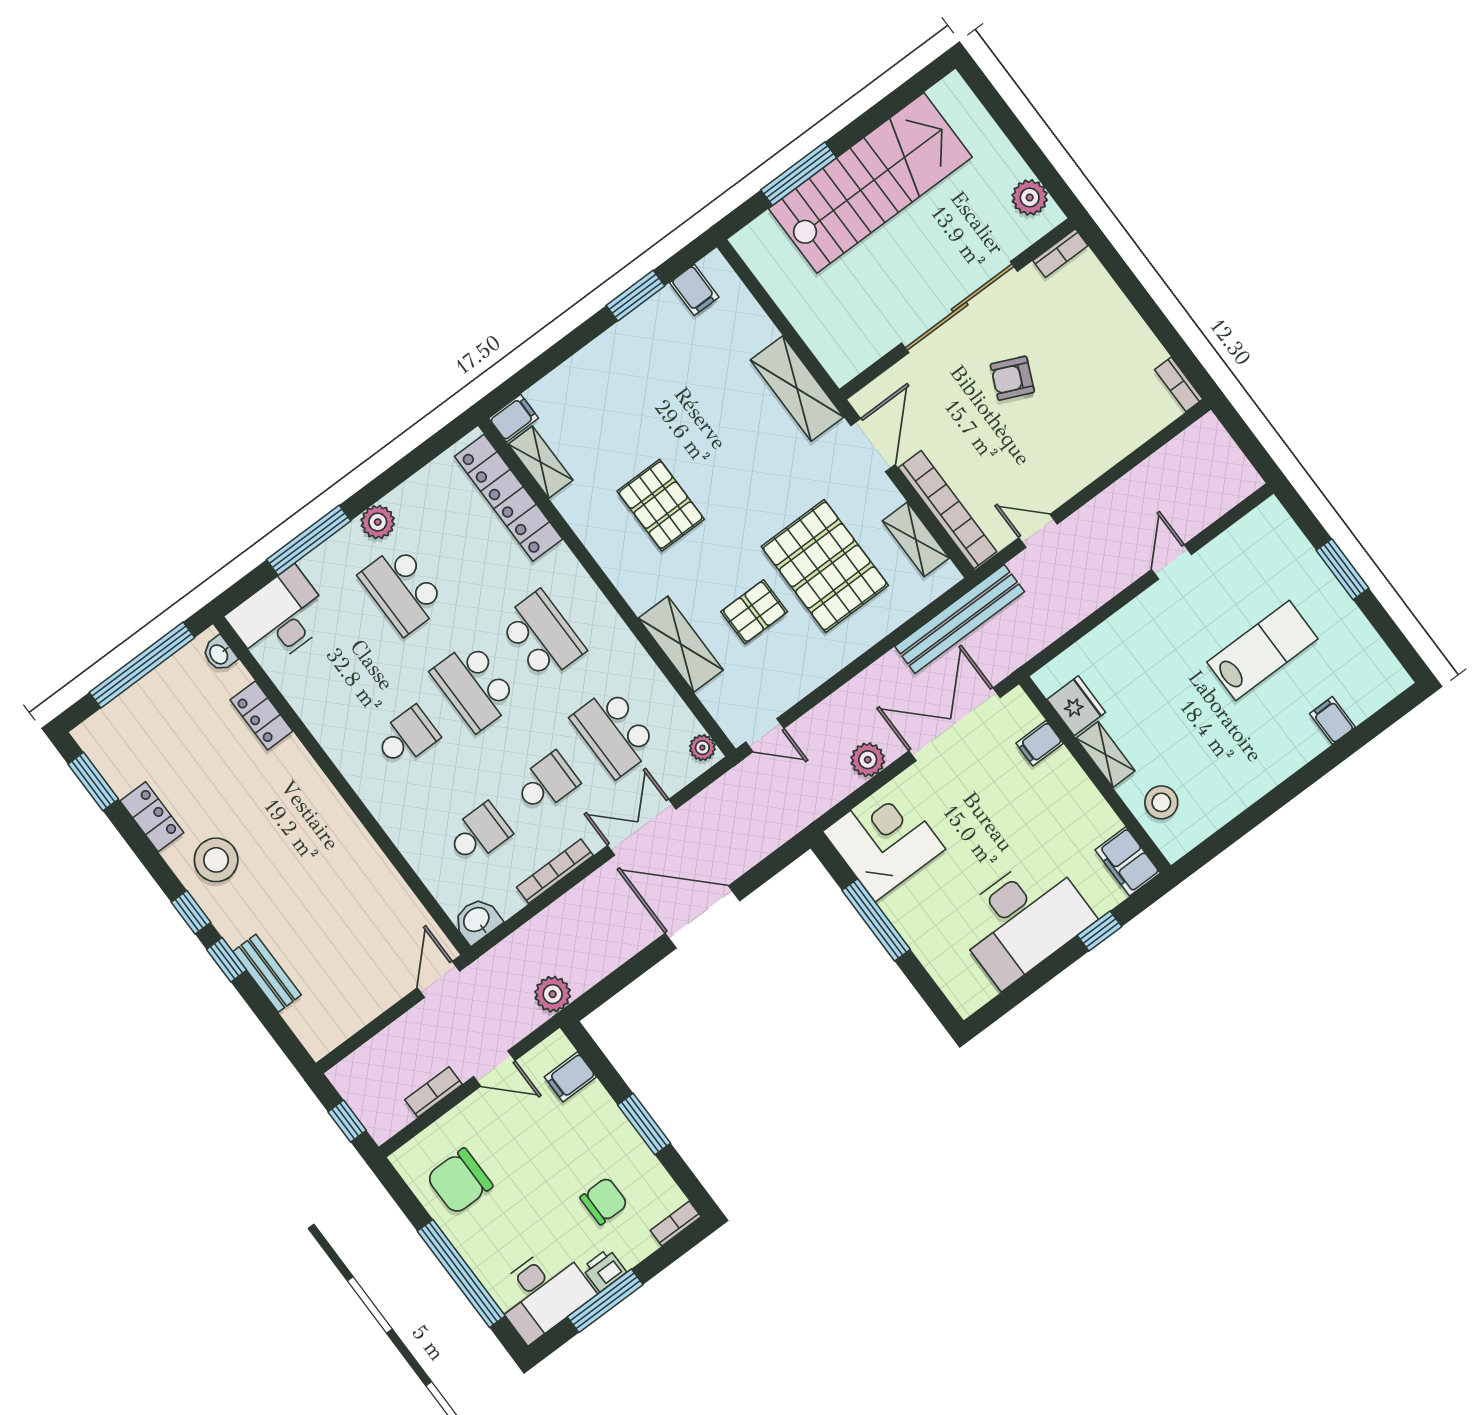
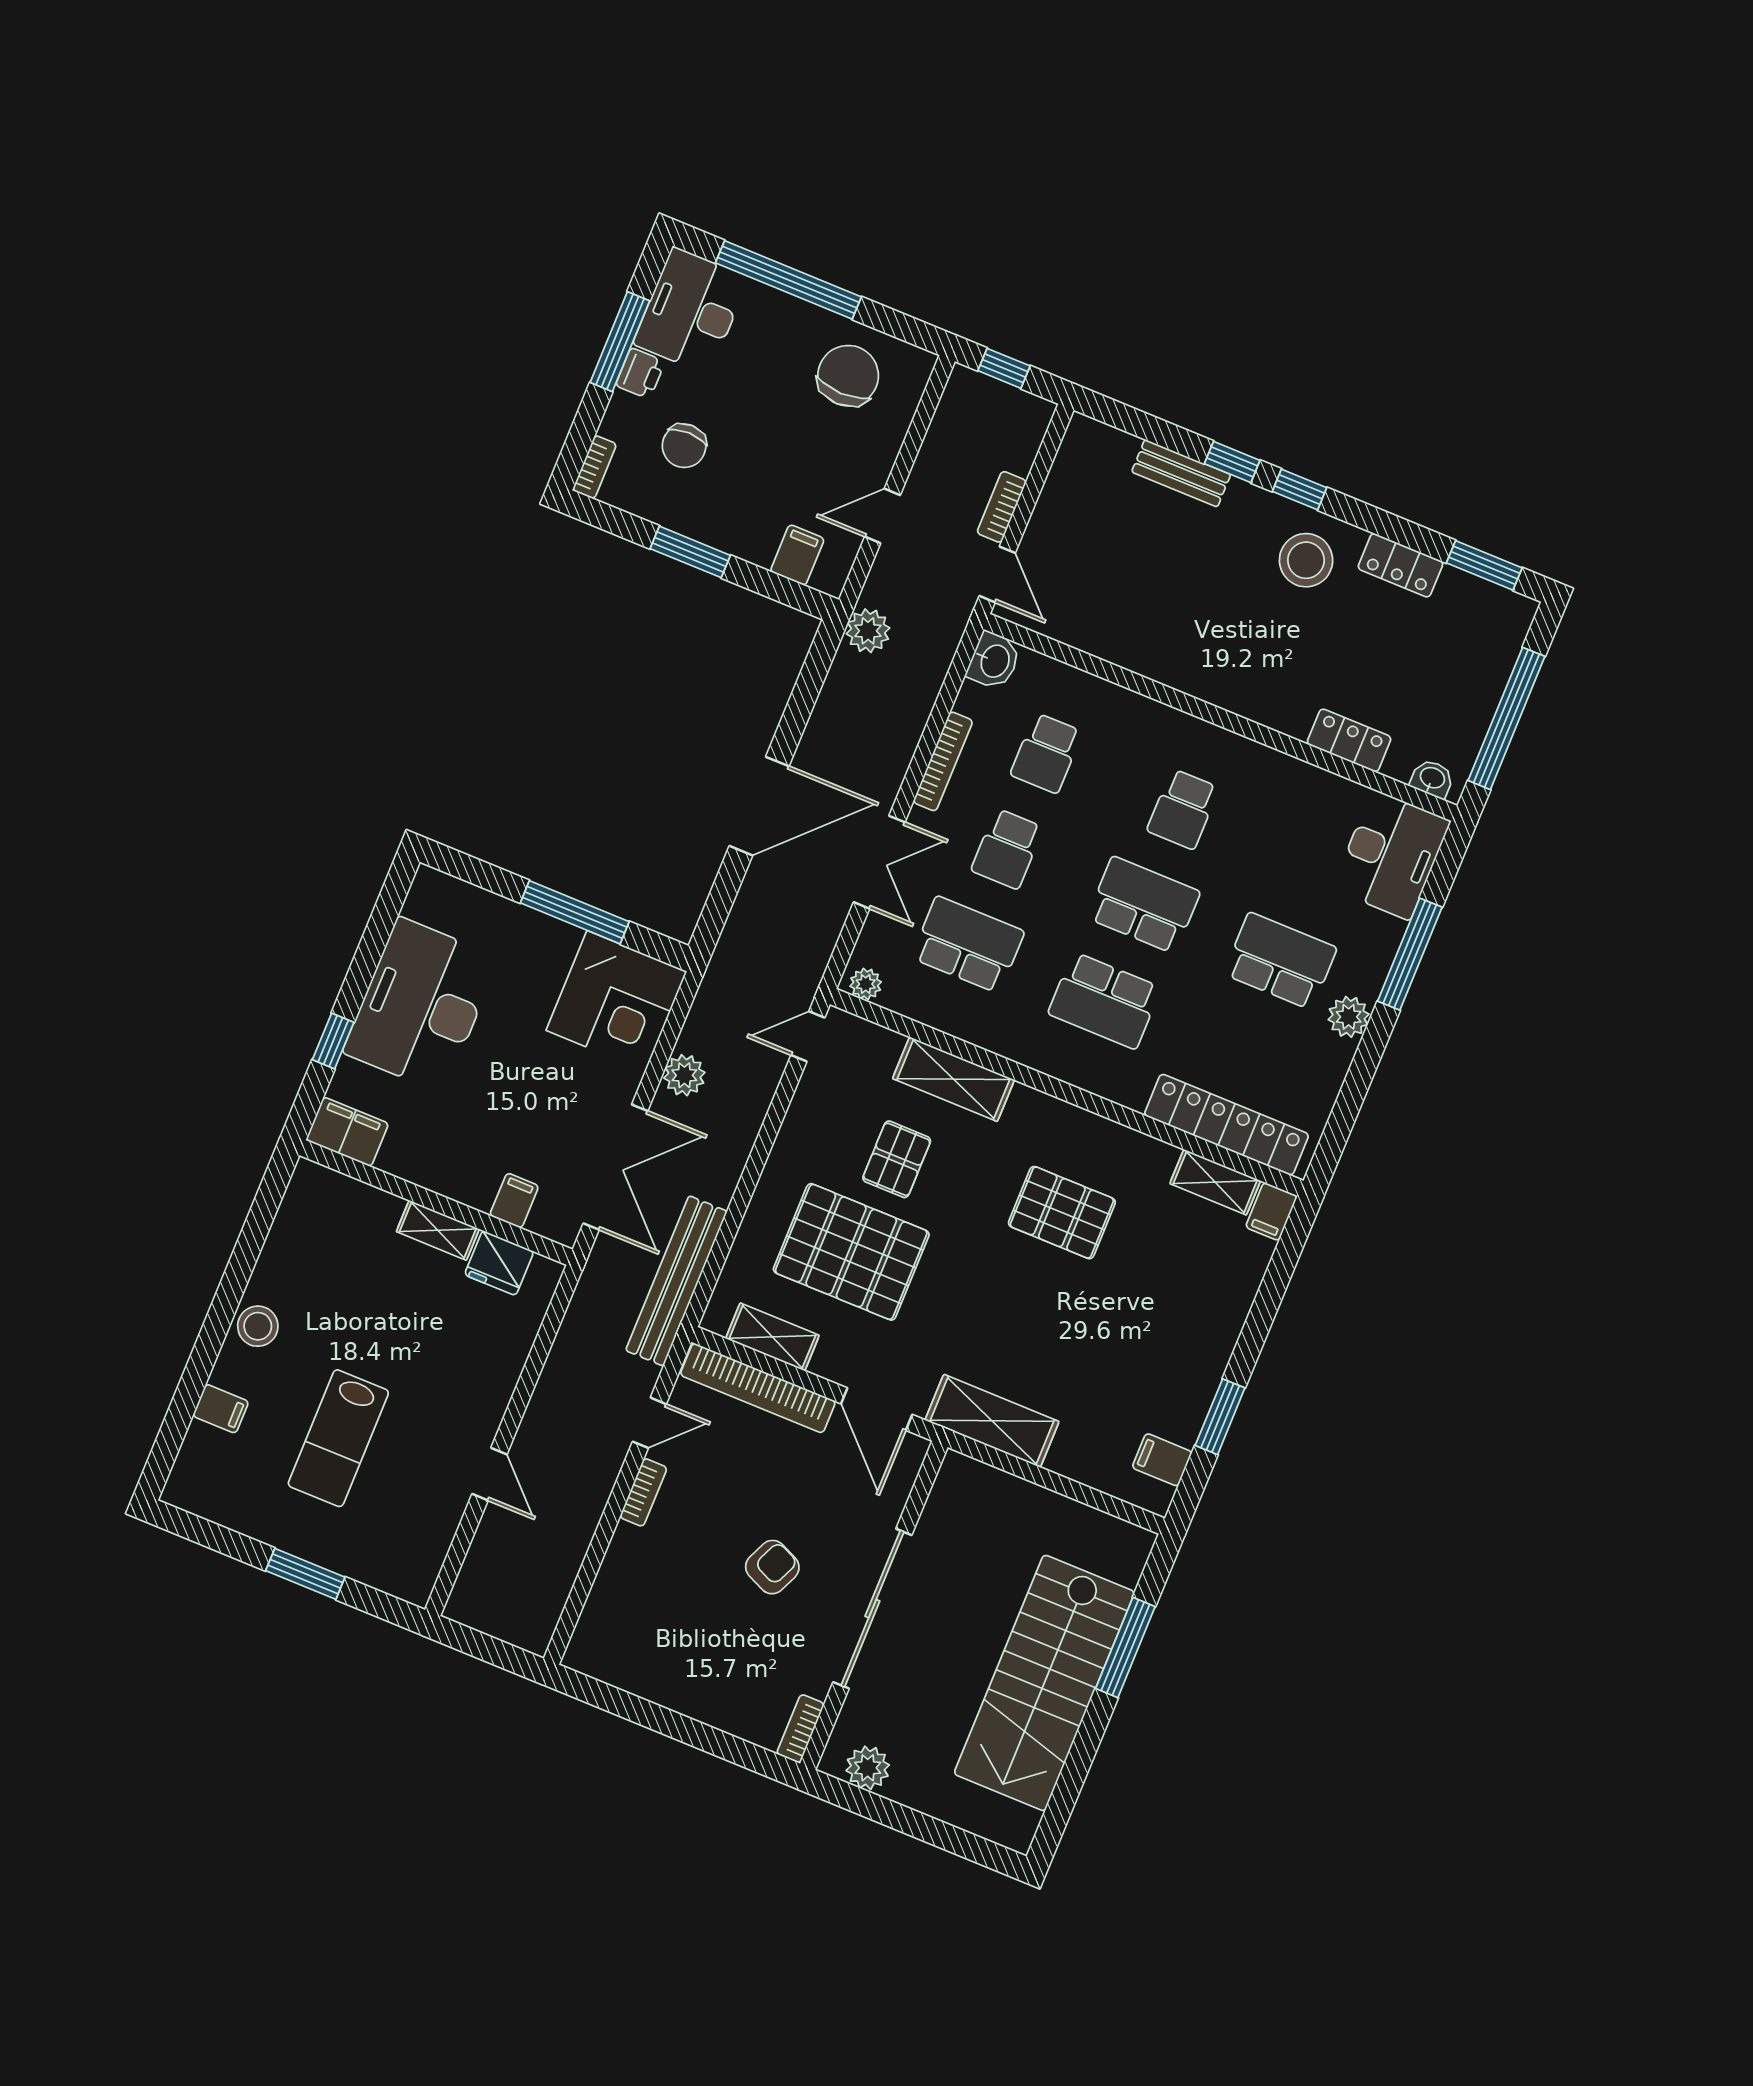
bookcase: (1179, 384) -> (643, 1492), moved, turned 90
stool: (1161, 802) -> (258, 1326), moved
bookcase: (434, 1092) -> (1002, 507), moved, turned 180

